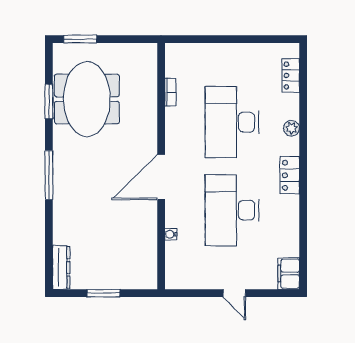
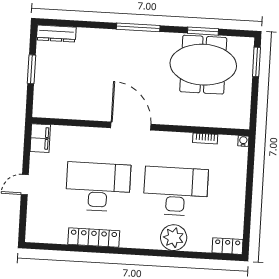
locker: (291, 76) -> (227, 246), moved
plant: (291, 128) -> (174, 238), width x1.88, depth x1.88
locker: (290, 175) -> (94, 238), moved, width x1.53
water cooler: (171, 234) -> (243, 141), moved
filing cabinet: (289, 274) -> (40, 138), moved, turned 90

